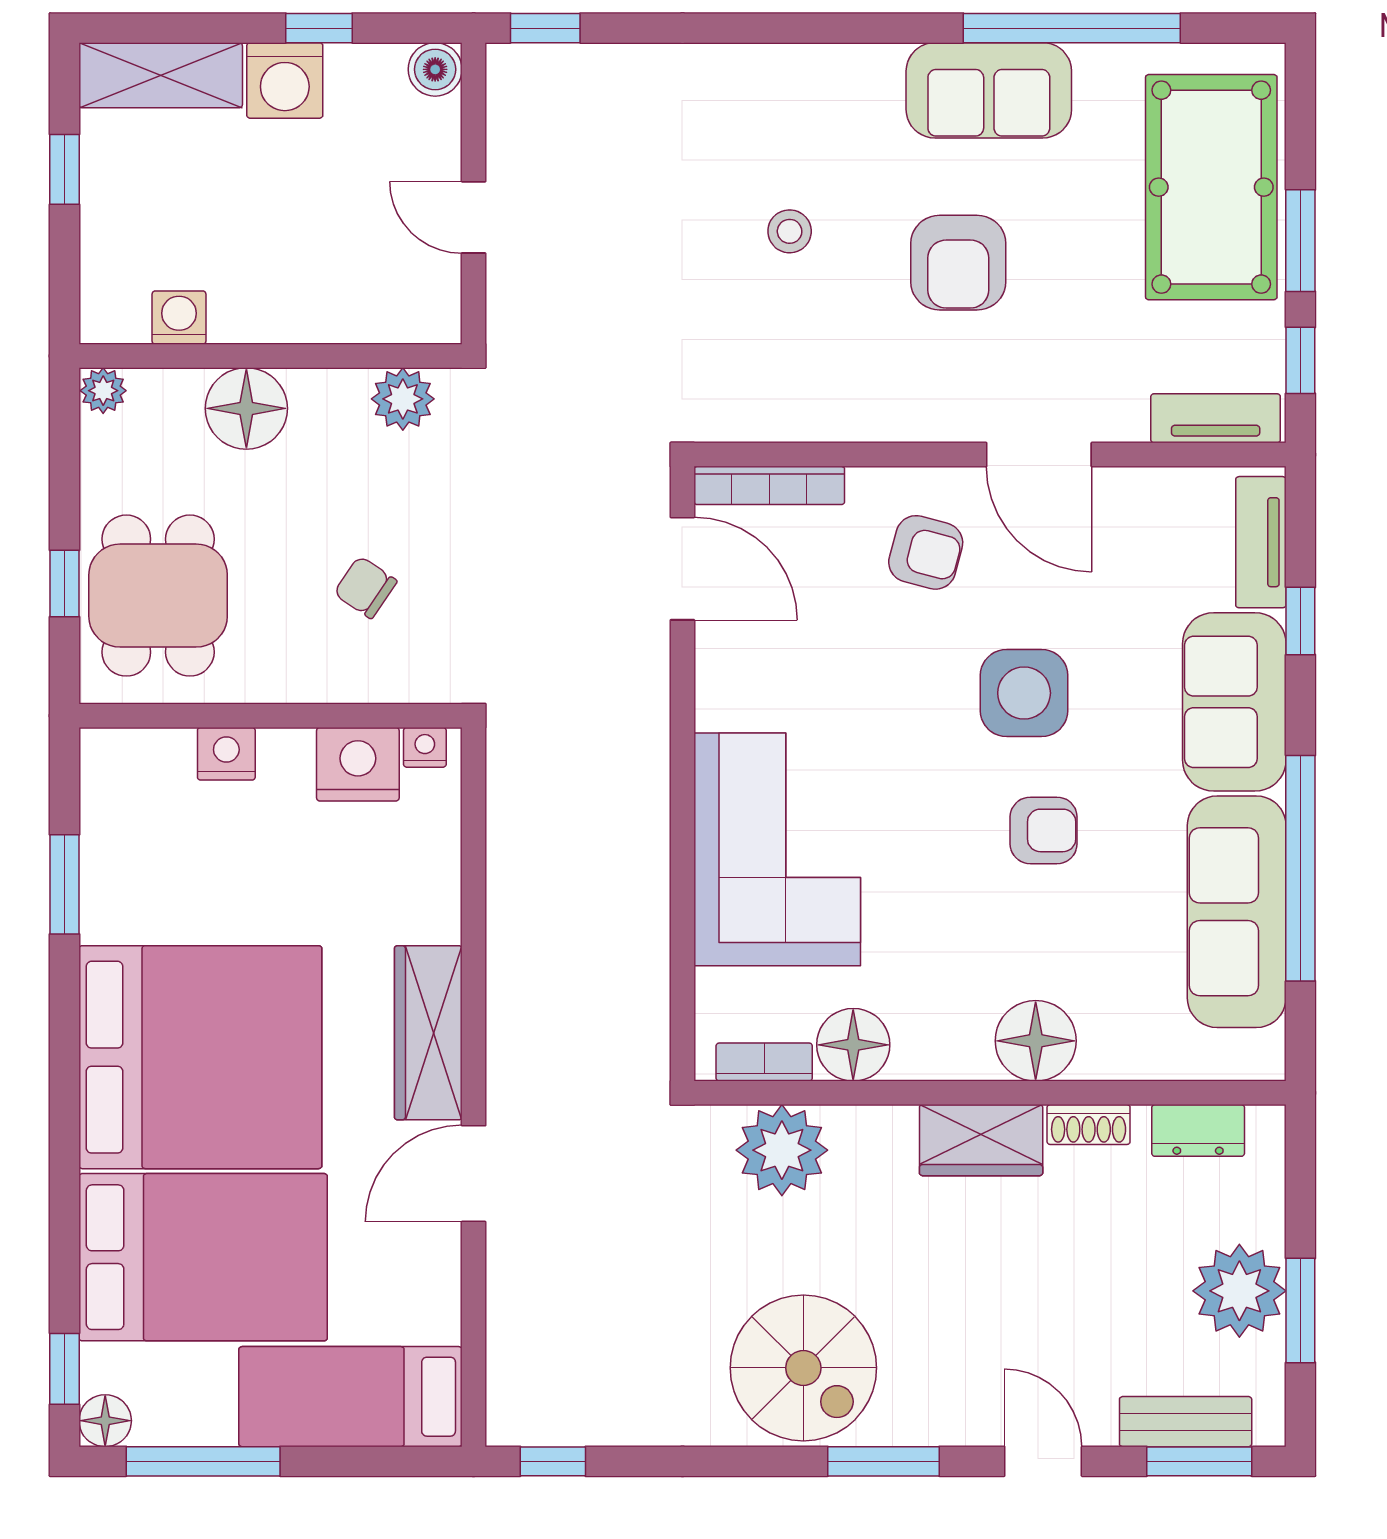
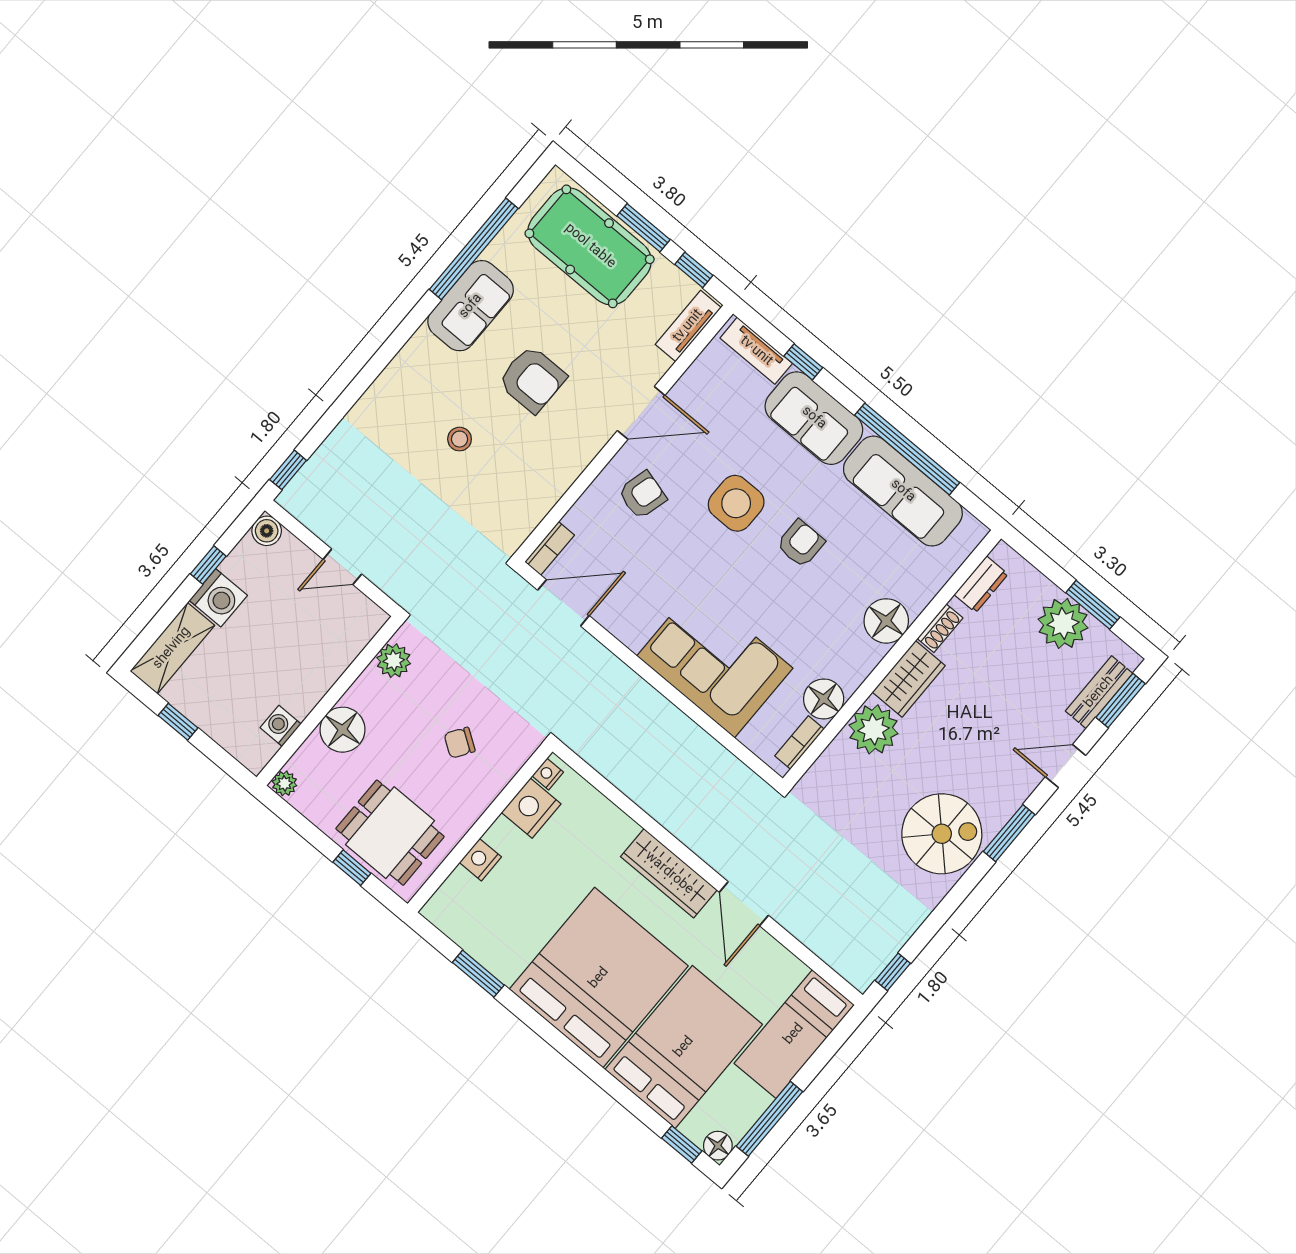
bookcase: (769, 485) -> (550, 548), width x0.64
plant: (782, 1150) -> (874, 729), moved

